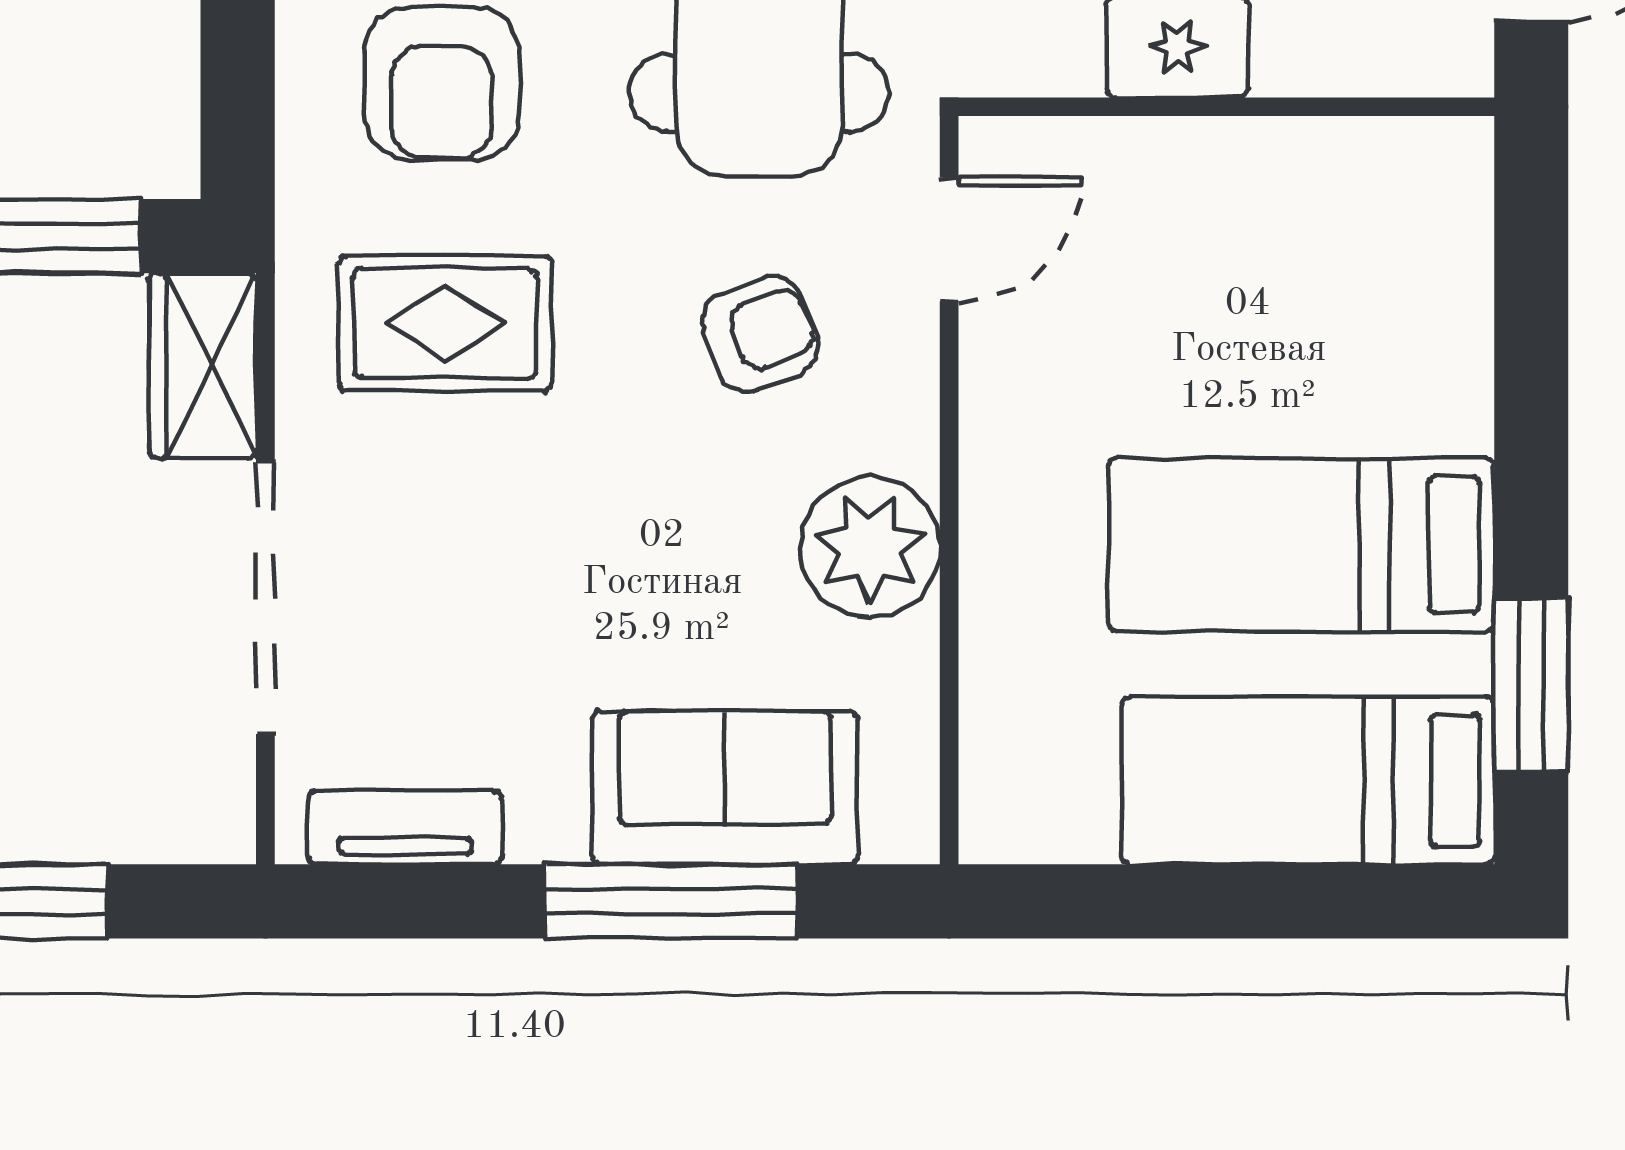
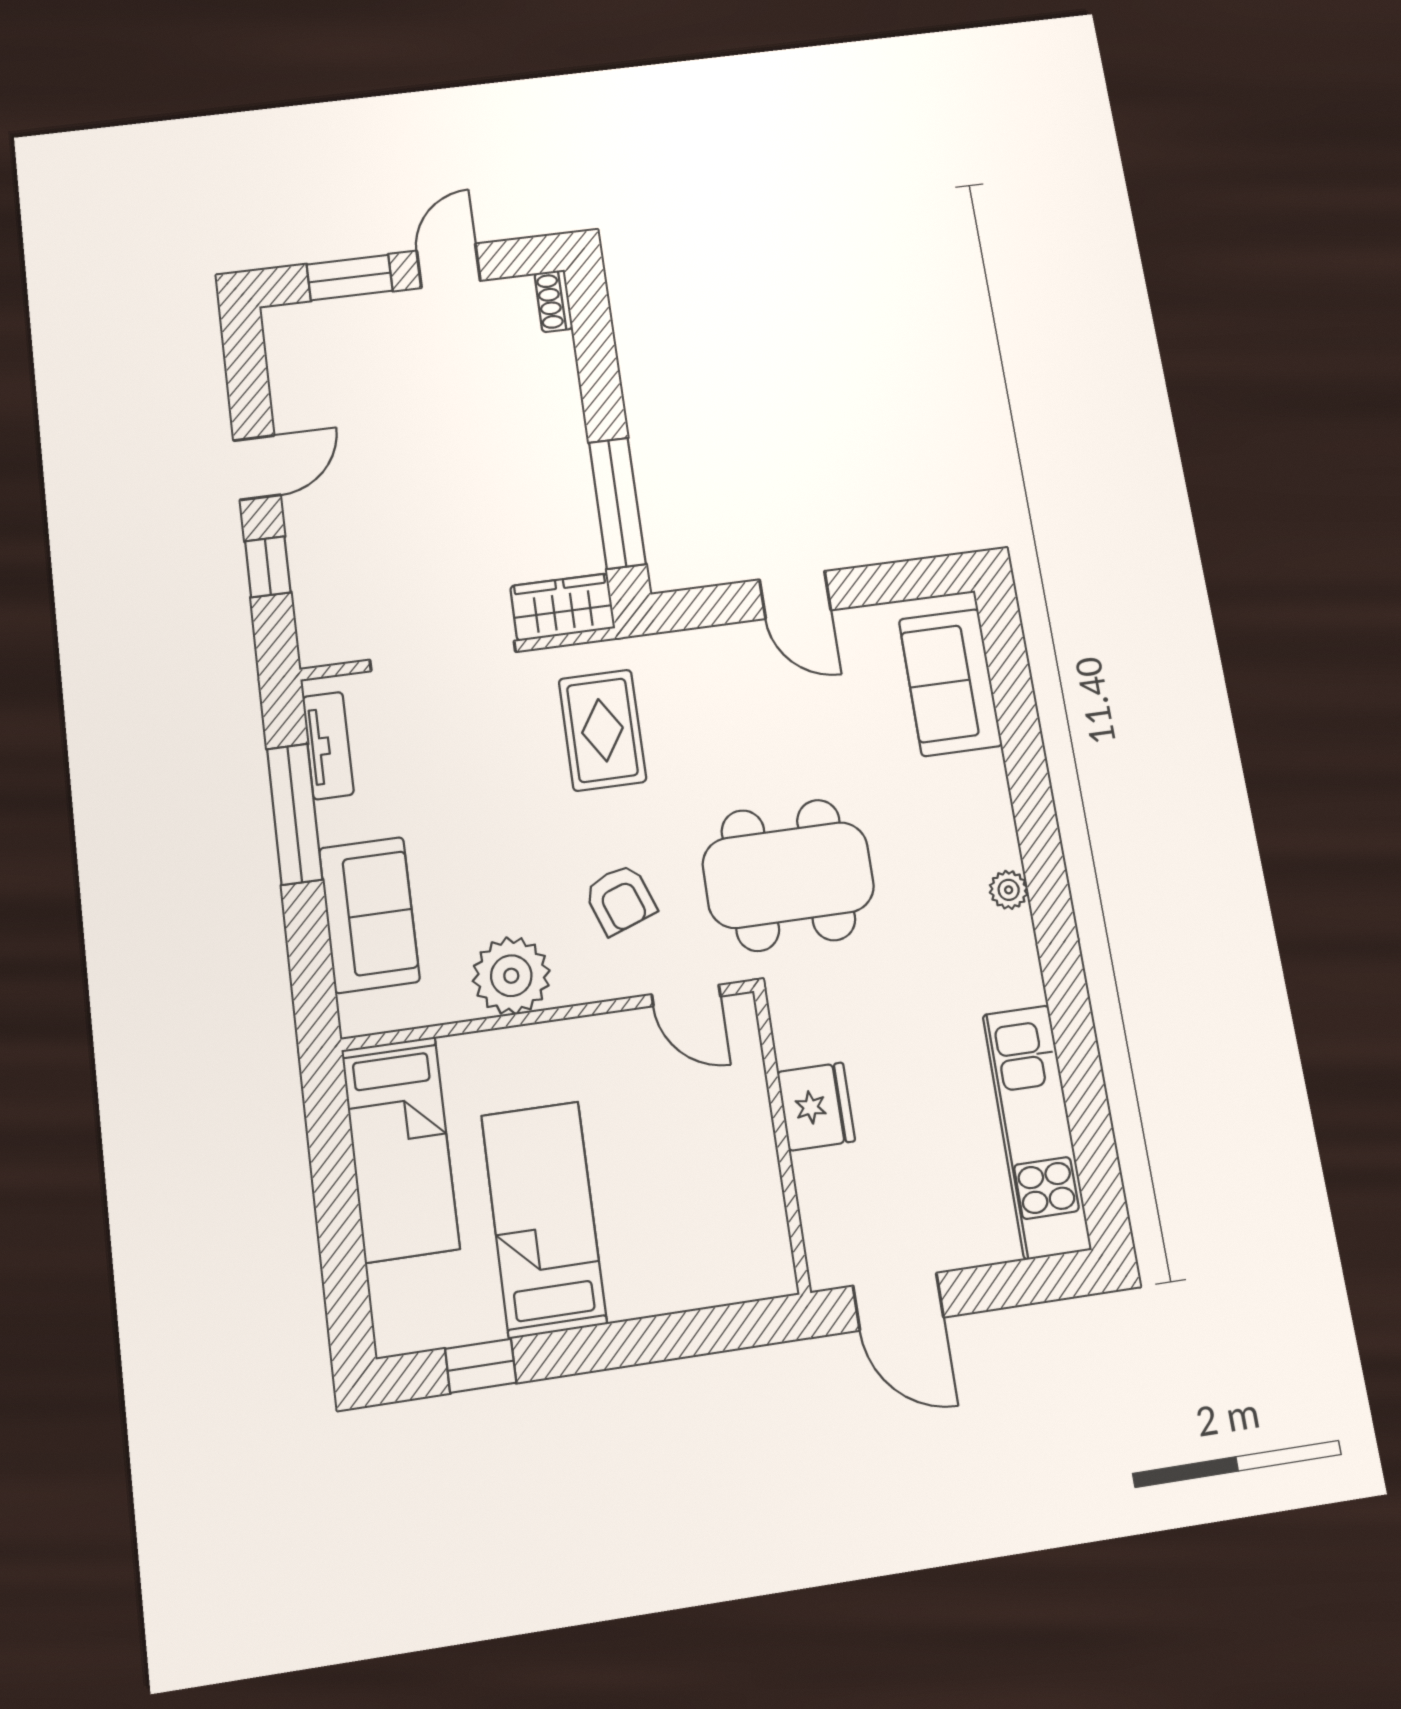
armchair: (442, 83) -> (730, 711), removed
window: (1531, 685) -> (481, 1366), width x0.67
bed: (1308, 781) -> (400, 1149), moved, turned 180
window: (671, 901) -> (295, 814), moved

